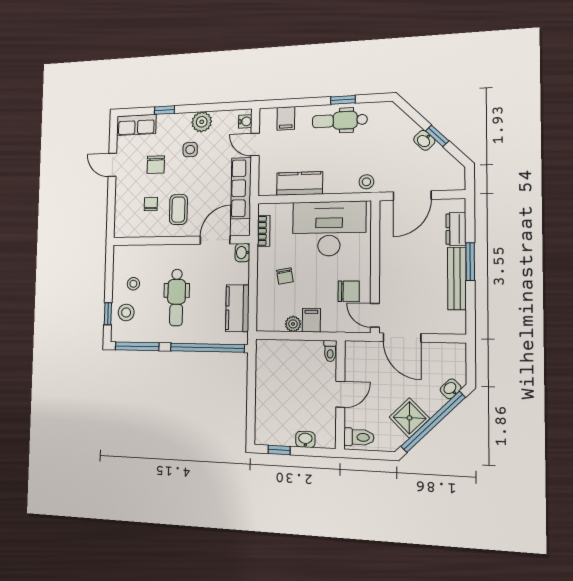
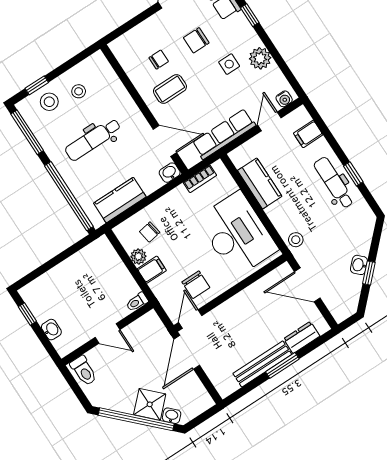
chair: (285, 276) -> (150, 232), moved
shower: (409, 418) -> (150, 404), moved

